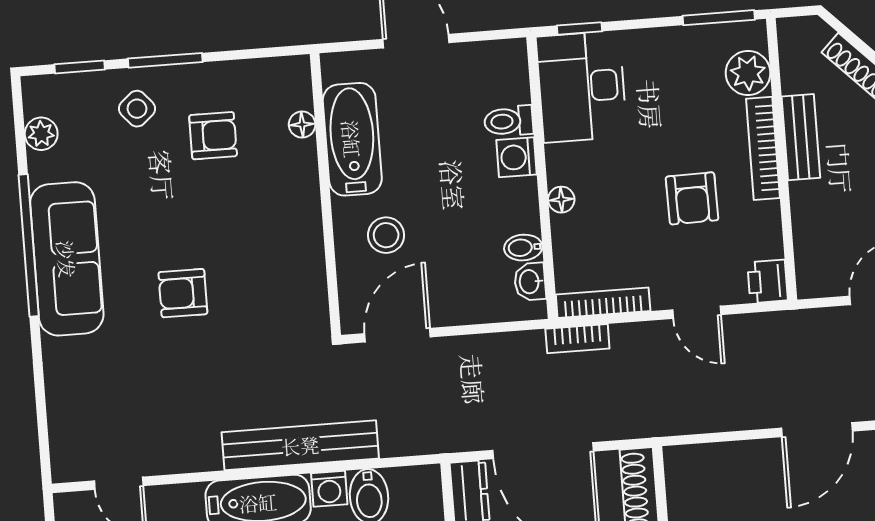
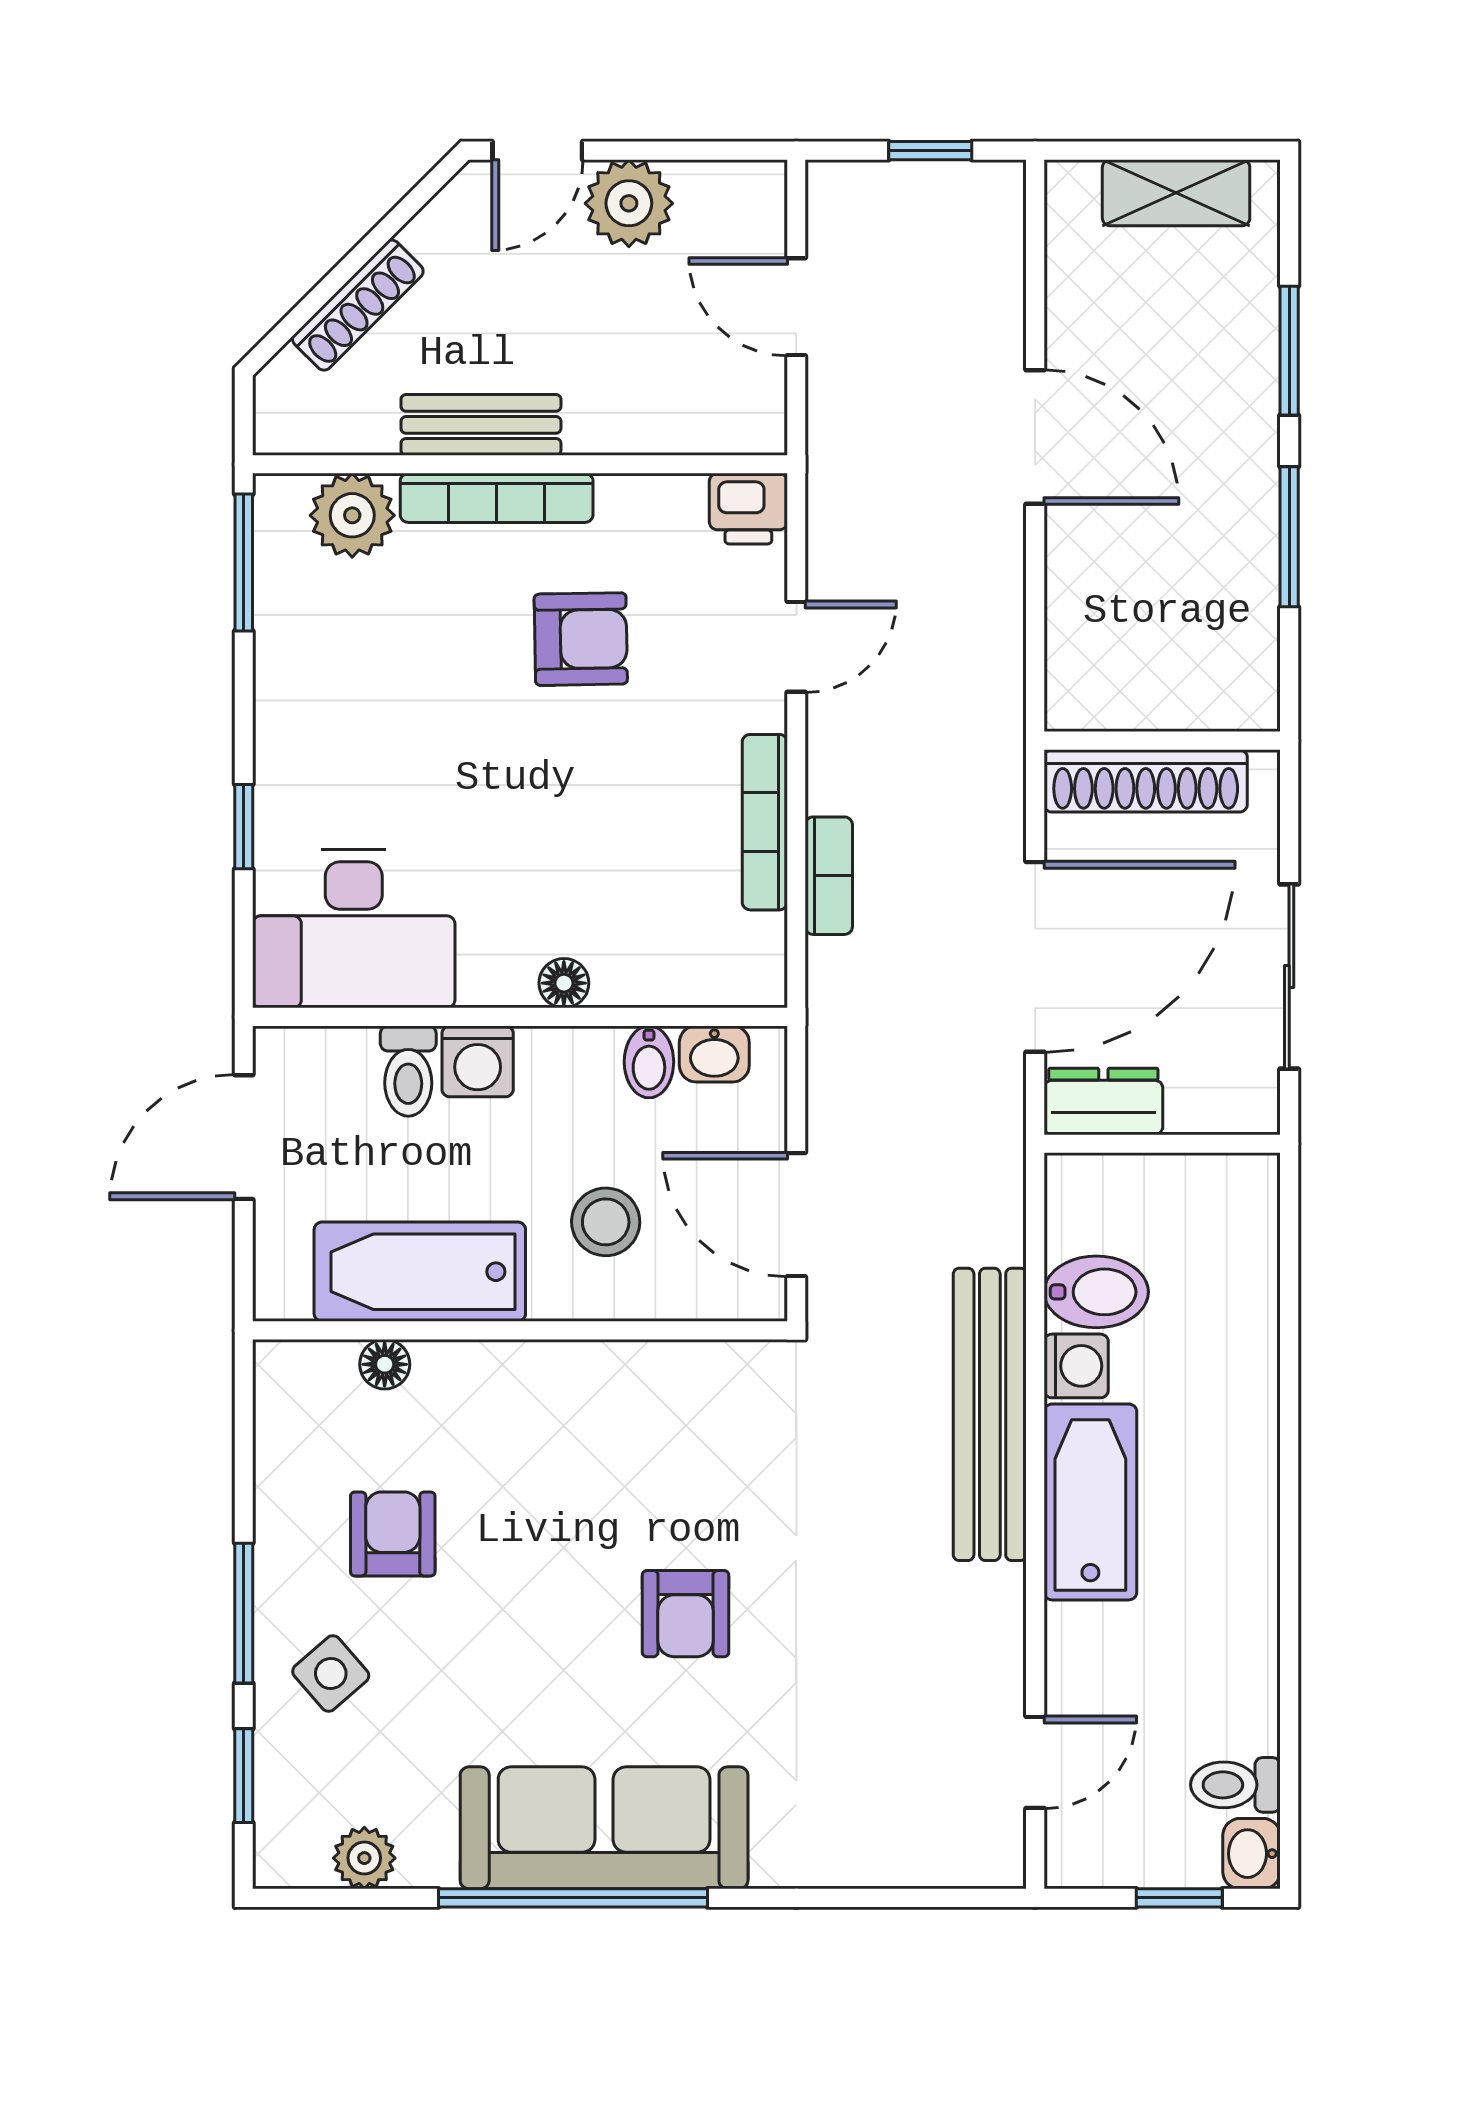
desk: (582, 87) -> (354, 928), moved
toilet: (509, 121) -> (408, 1071), moved
washing machine: (517, 157) -> (478, 1061), moved
wall: (542, 178) -> (520, 1017), moved
floor lamp: (561, 200) -> (564, 983), moved
bidet: (523, 248) -> (649, 1062), moved
washbasin: (530, 282) -> (714, 1054), moved

